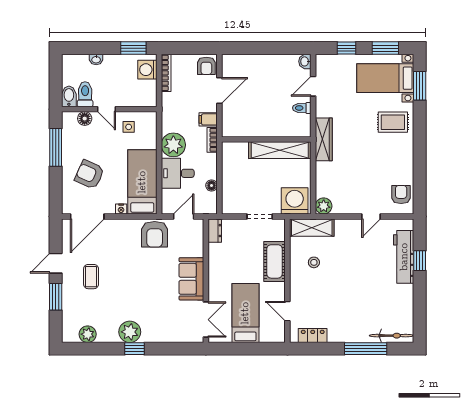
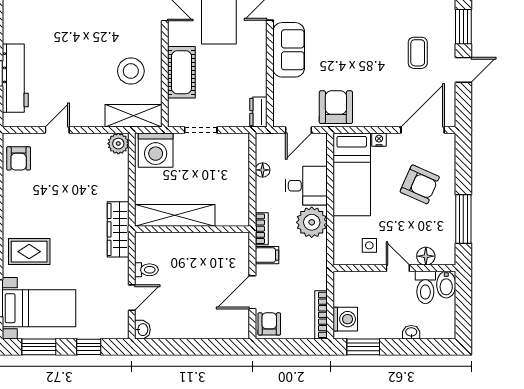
stool: (314, 262) -> (131, 71), width x1.89, depth x1.89

